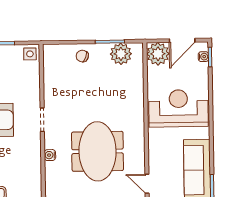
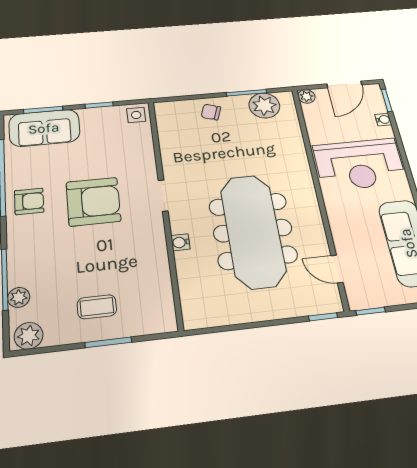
plant: (158, 54) -> (306, 96), width x0.53, depth x0.53
water cooler: (203, 57) -> (383, 120), moved
reception desk: (178, 108) -> (359, 164), turned 180
meeting table: (98, 151) -> (253, 231), width x1.36

